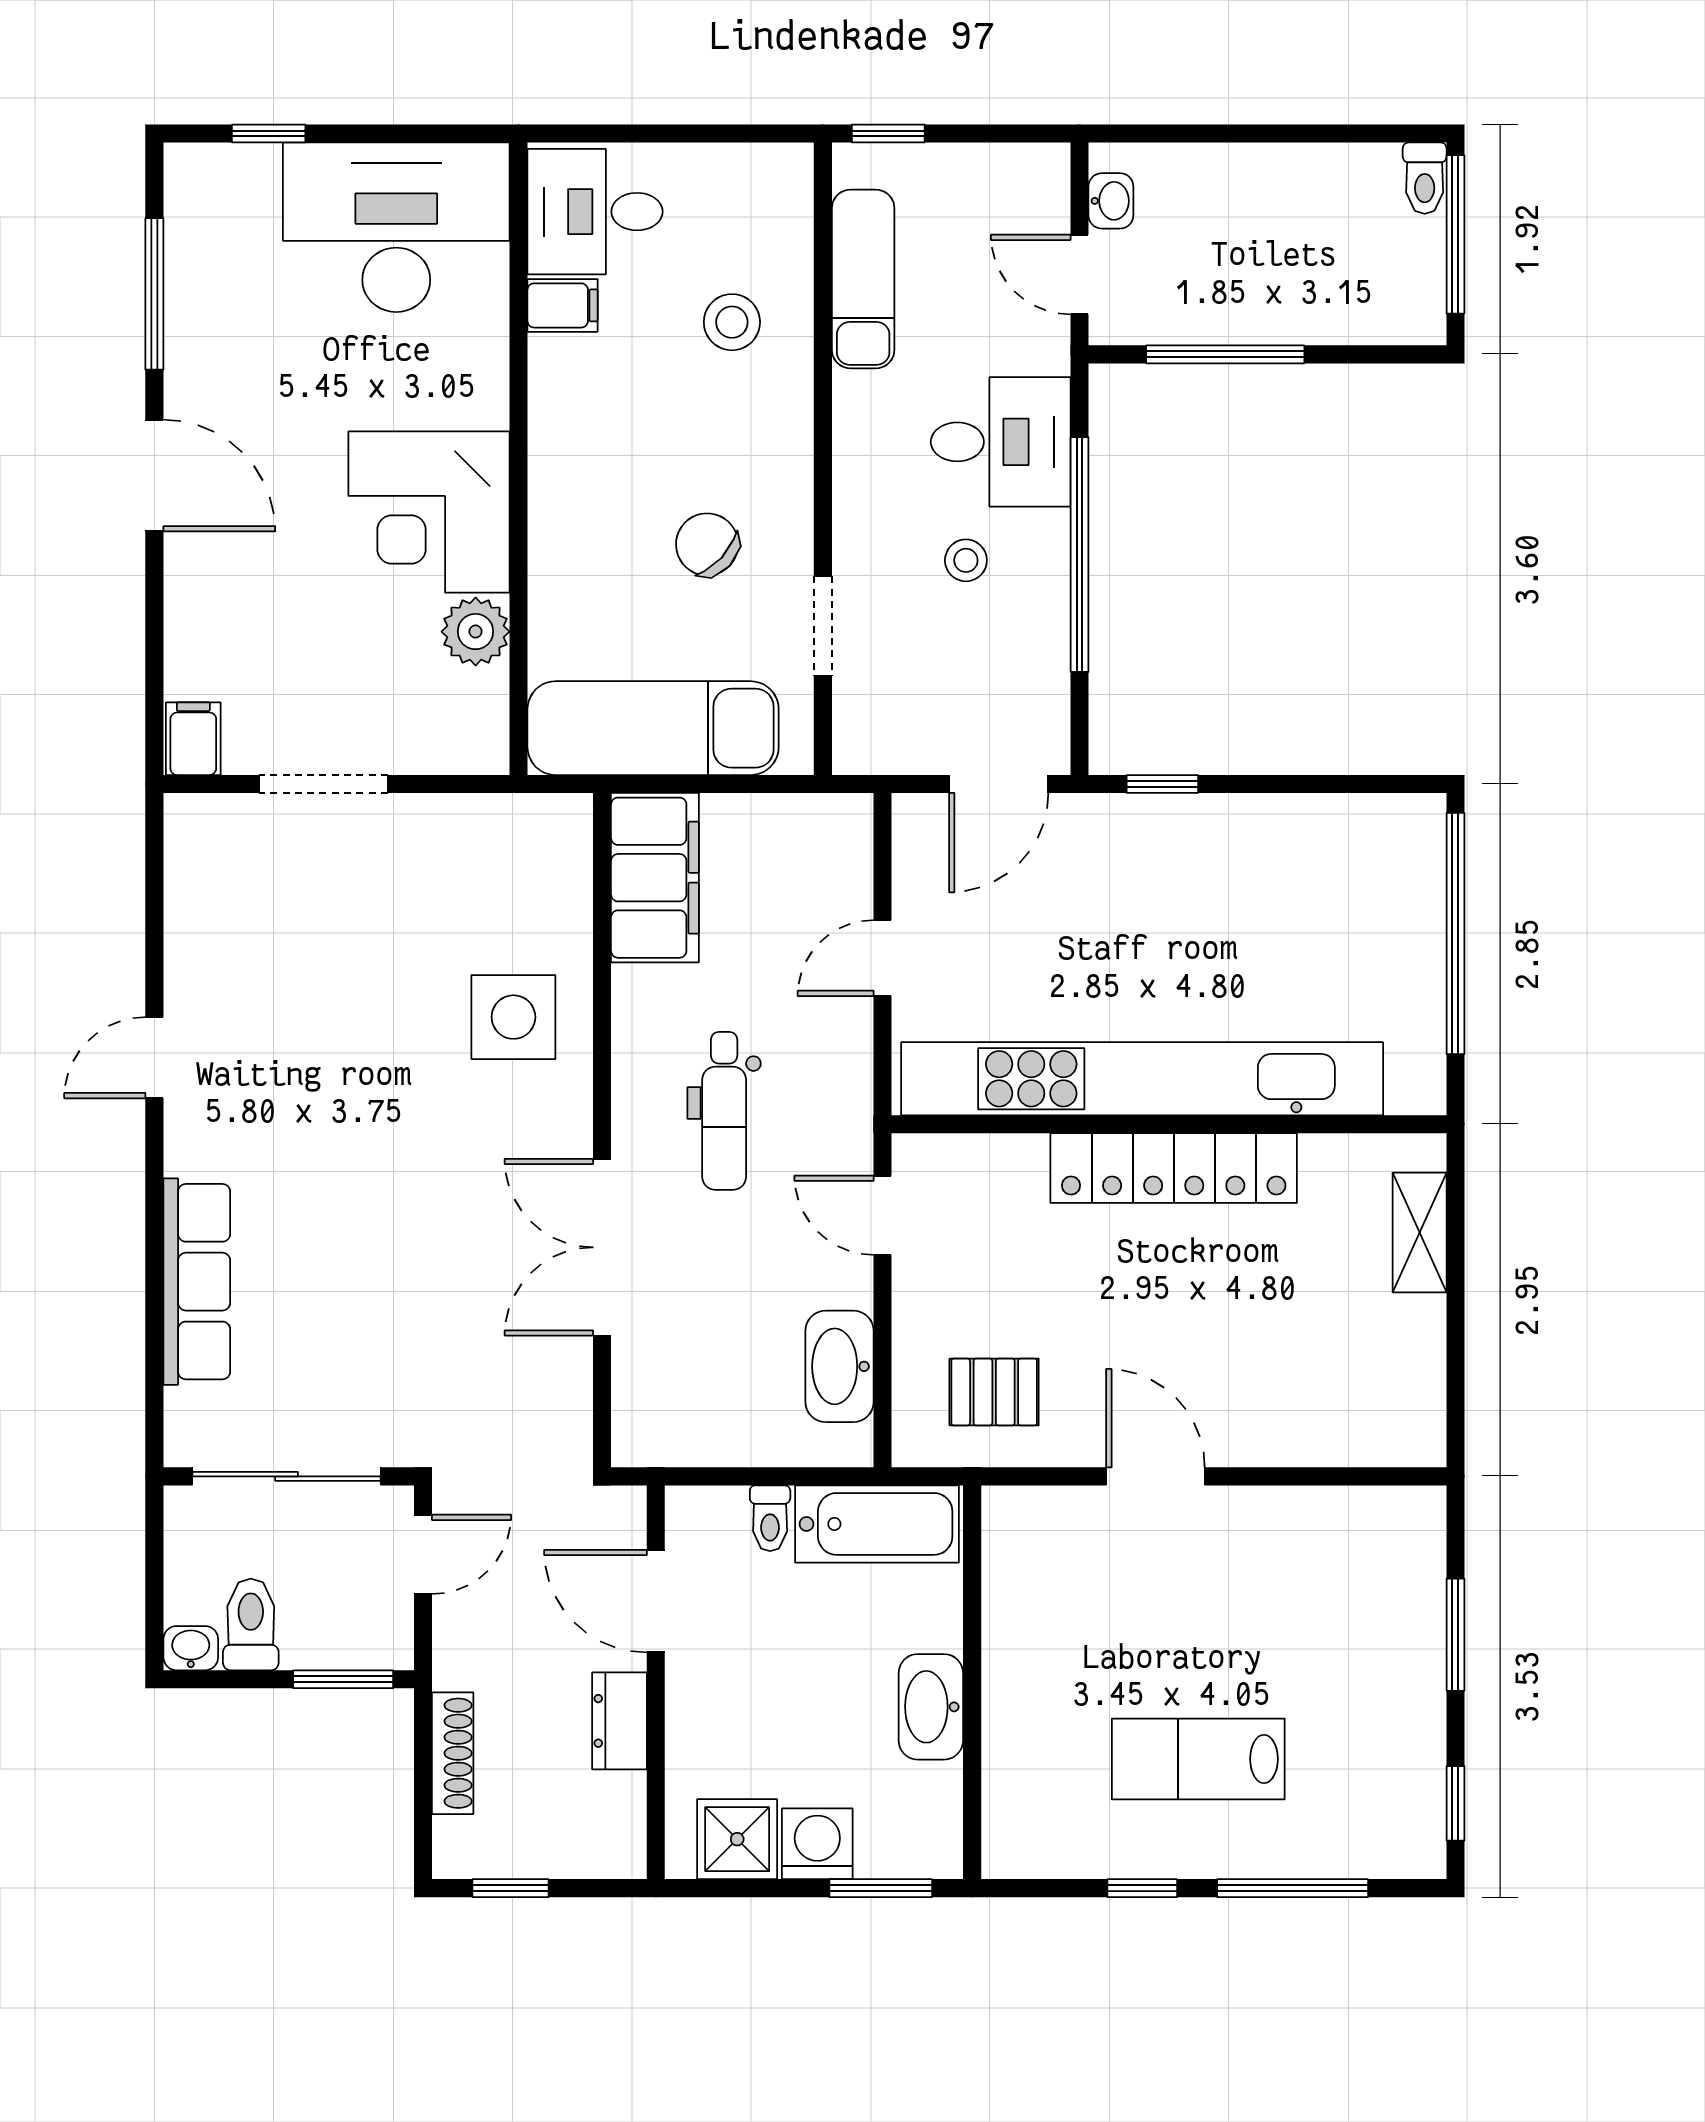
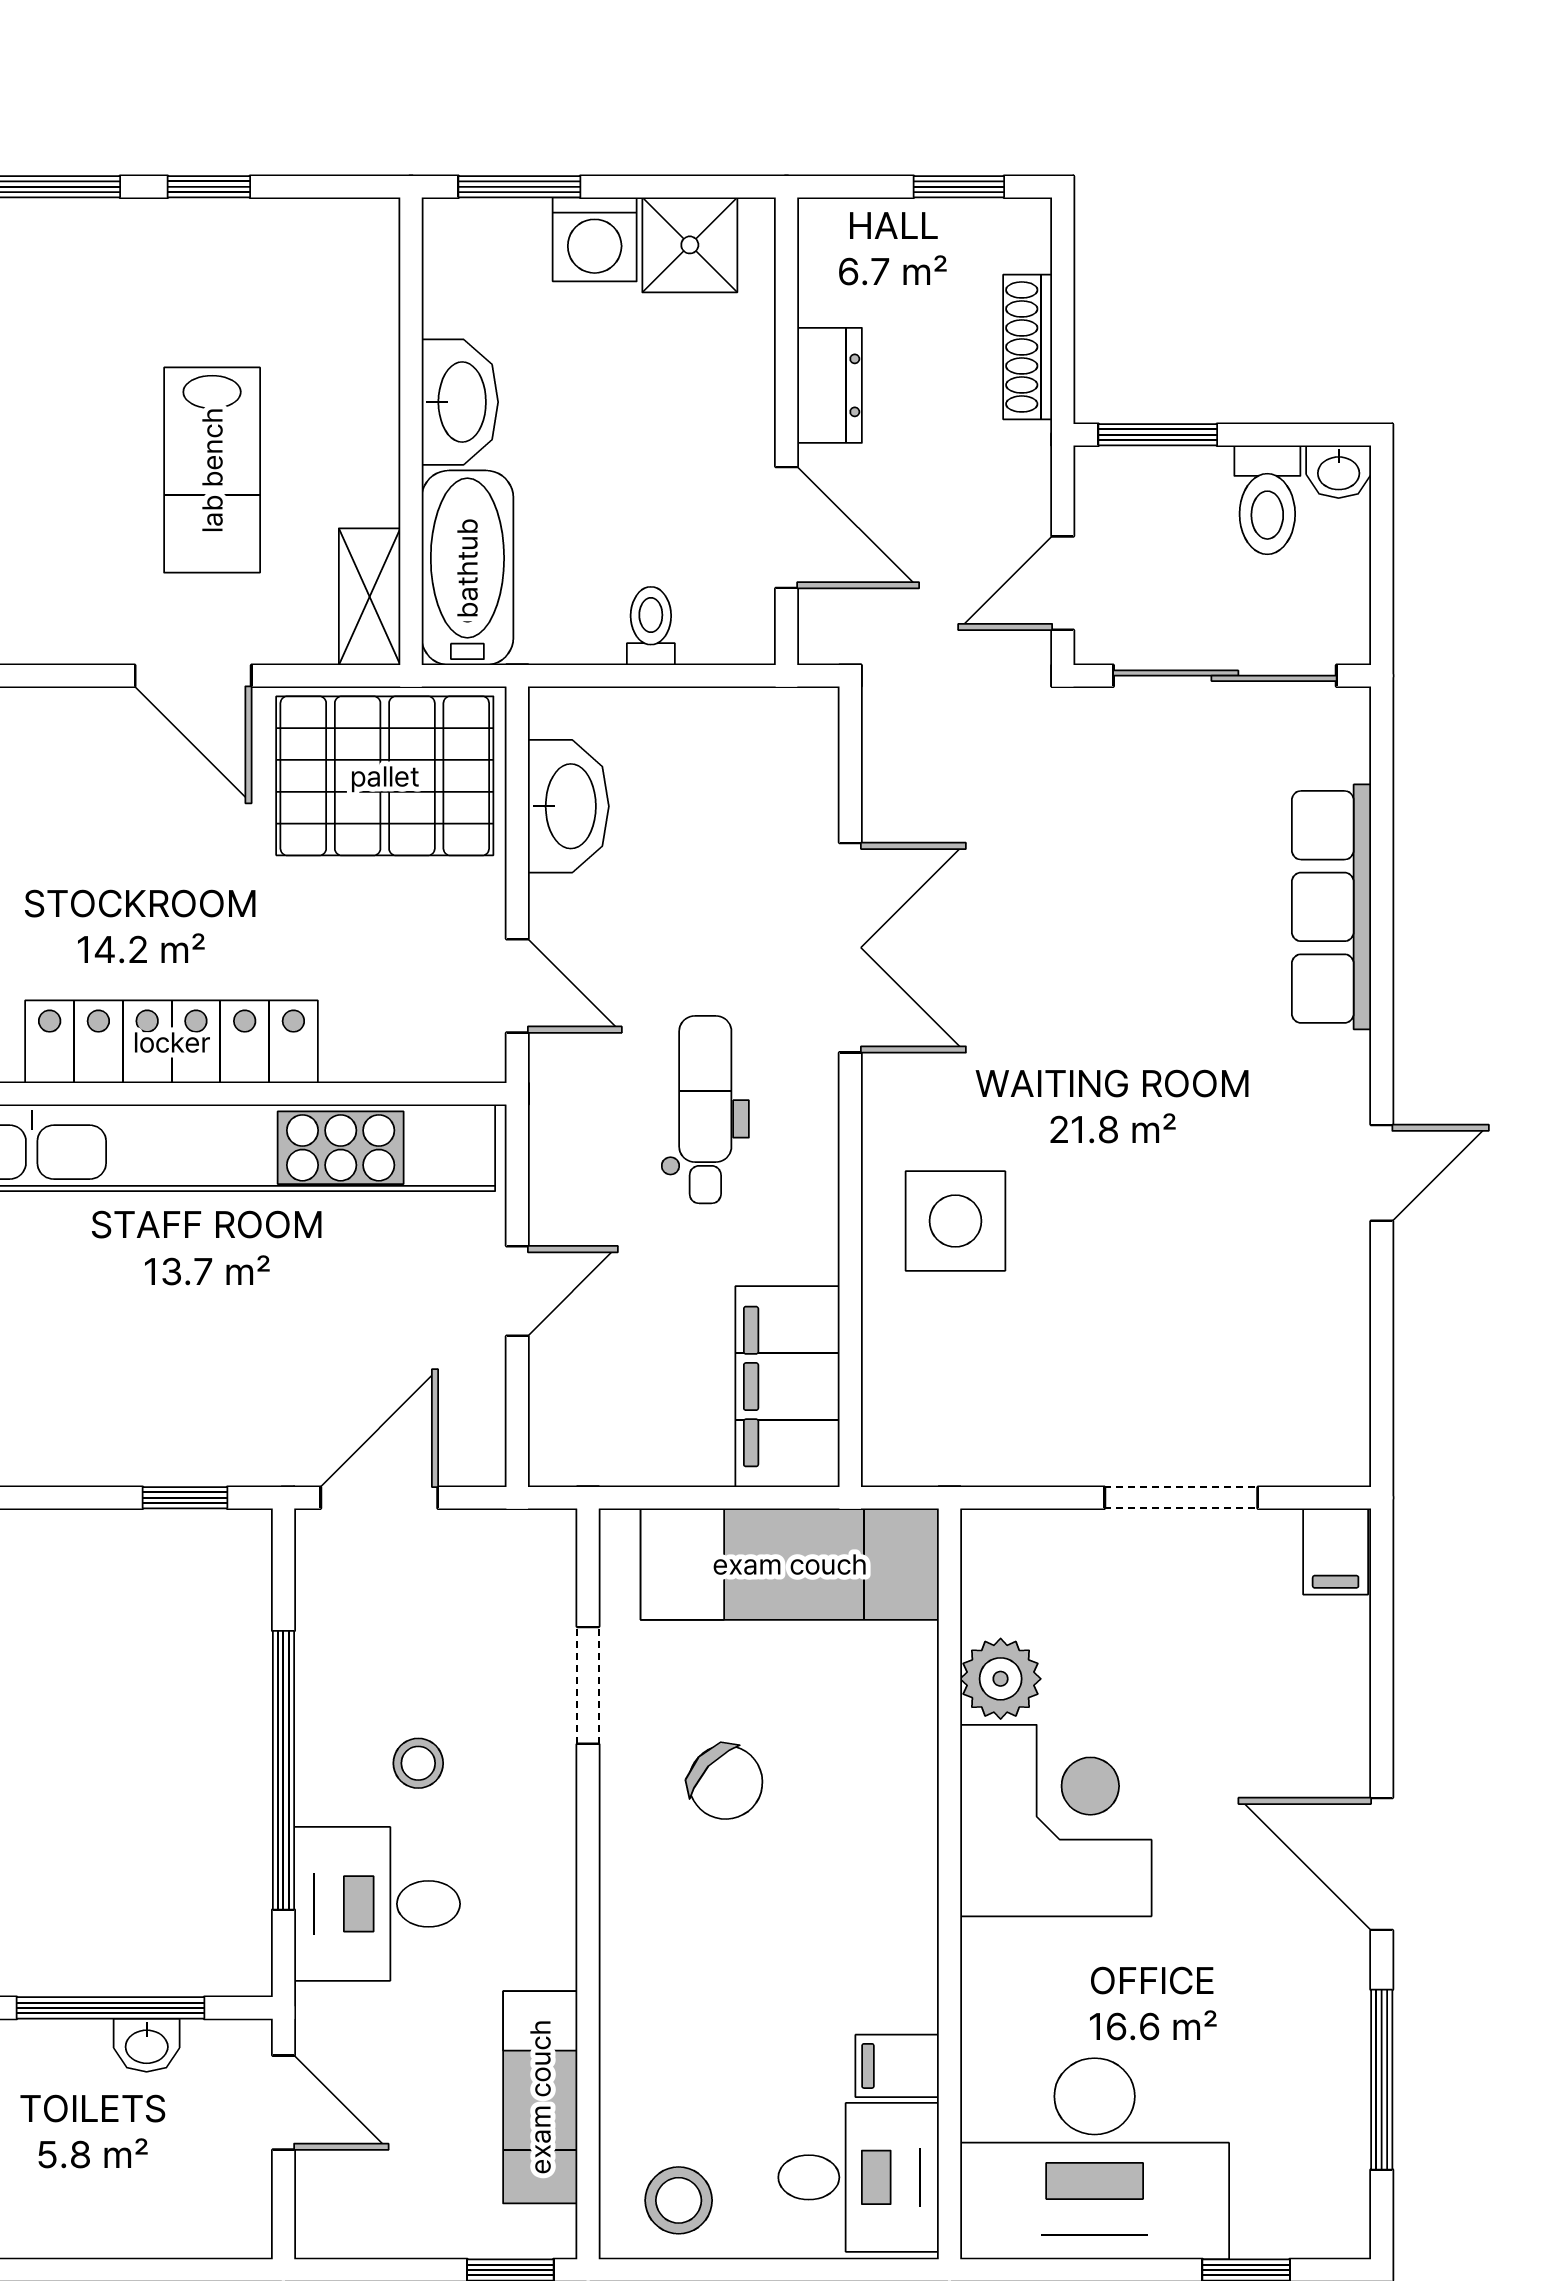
washbasin: (1111, 201) -> (147, 2045), moved, turned -90
stool: (732, 322) -> (679, 2200), moved
pallet: (994, 1392) -> (385, 776), width x2.05, depth x2.00
bathtub: (877, 1524) -> (467, 568), moved, turned 90
shelving: (1007, 1543) -> (370, 597), added
lab bench: (1198, 1759) -> (212, 470), moved, turned 90

